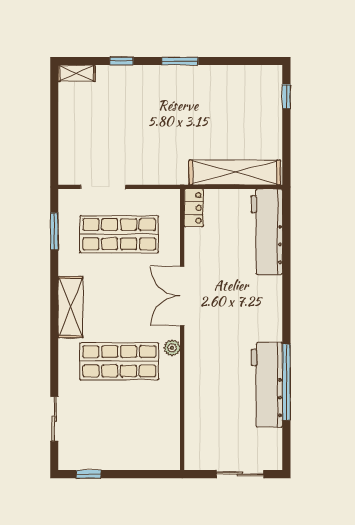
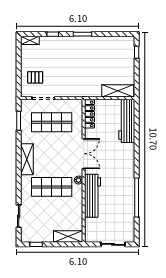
pallet: (87, 146) -> (35, 77), added
shelving: (235, 172) -> (118, 91), width x0.68
locker: (194, 208) -> (89, 114), width x1.53
double door: (182, 296) -> (84, 154), swing flipped
workbench: (267, 385) -> (93, 196), moved, turned 180
shelving: (152, 459) -> (68, 236), added

